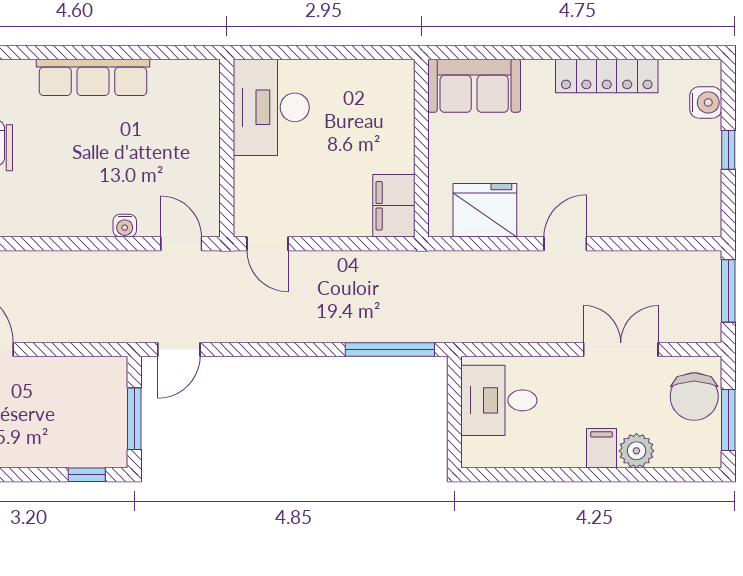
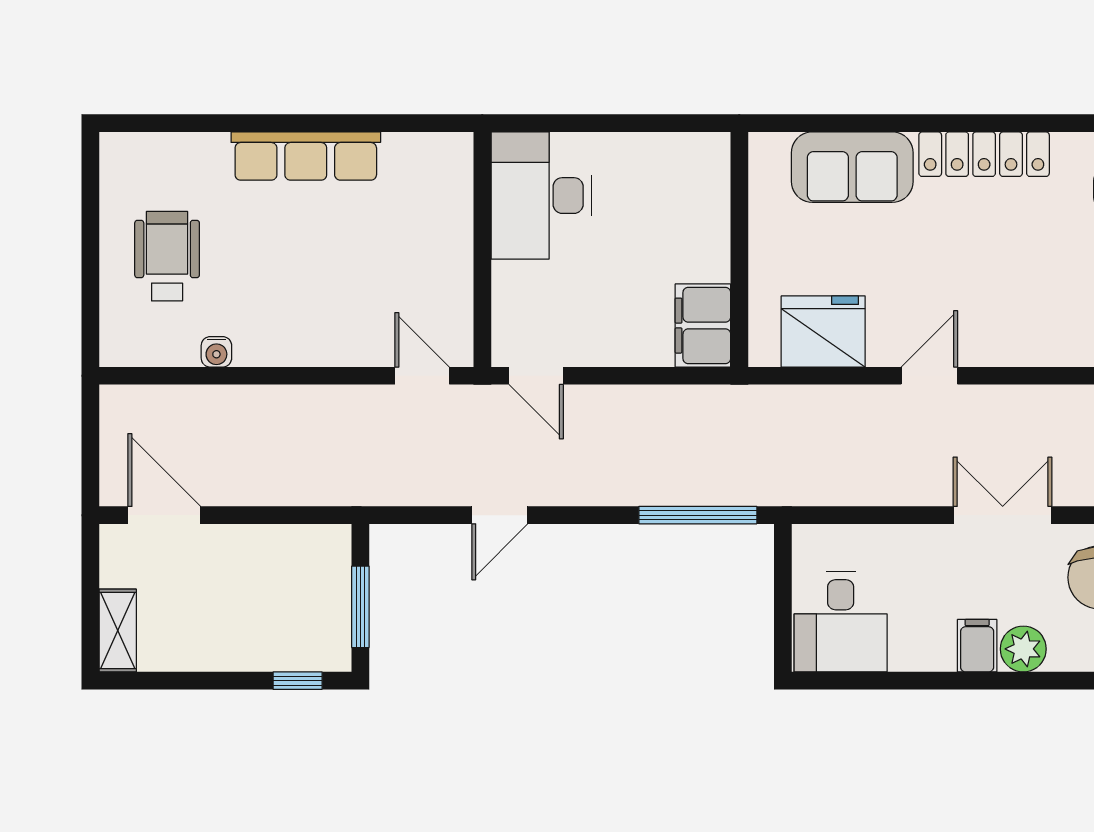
sofa: (474, 86) -> (852, 167), moved
water cooler: (125, 226) -> (216, 352), moved
door: (179, 349) -> (500, 515), moved
desk: (499, 400) -> (841, 622), moved, turned -90

